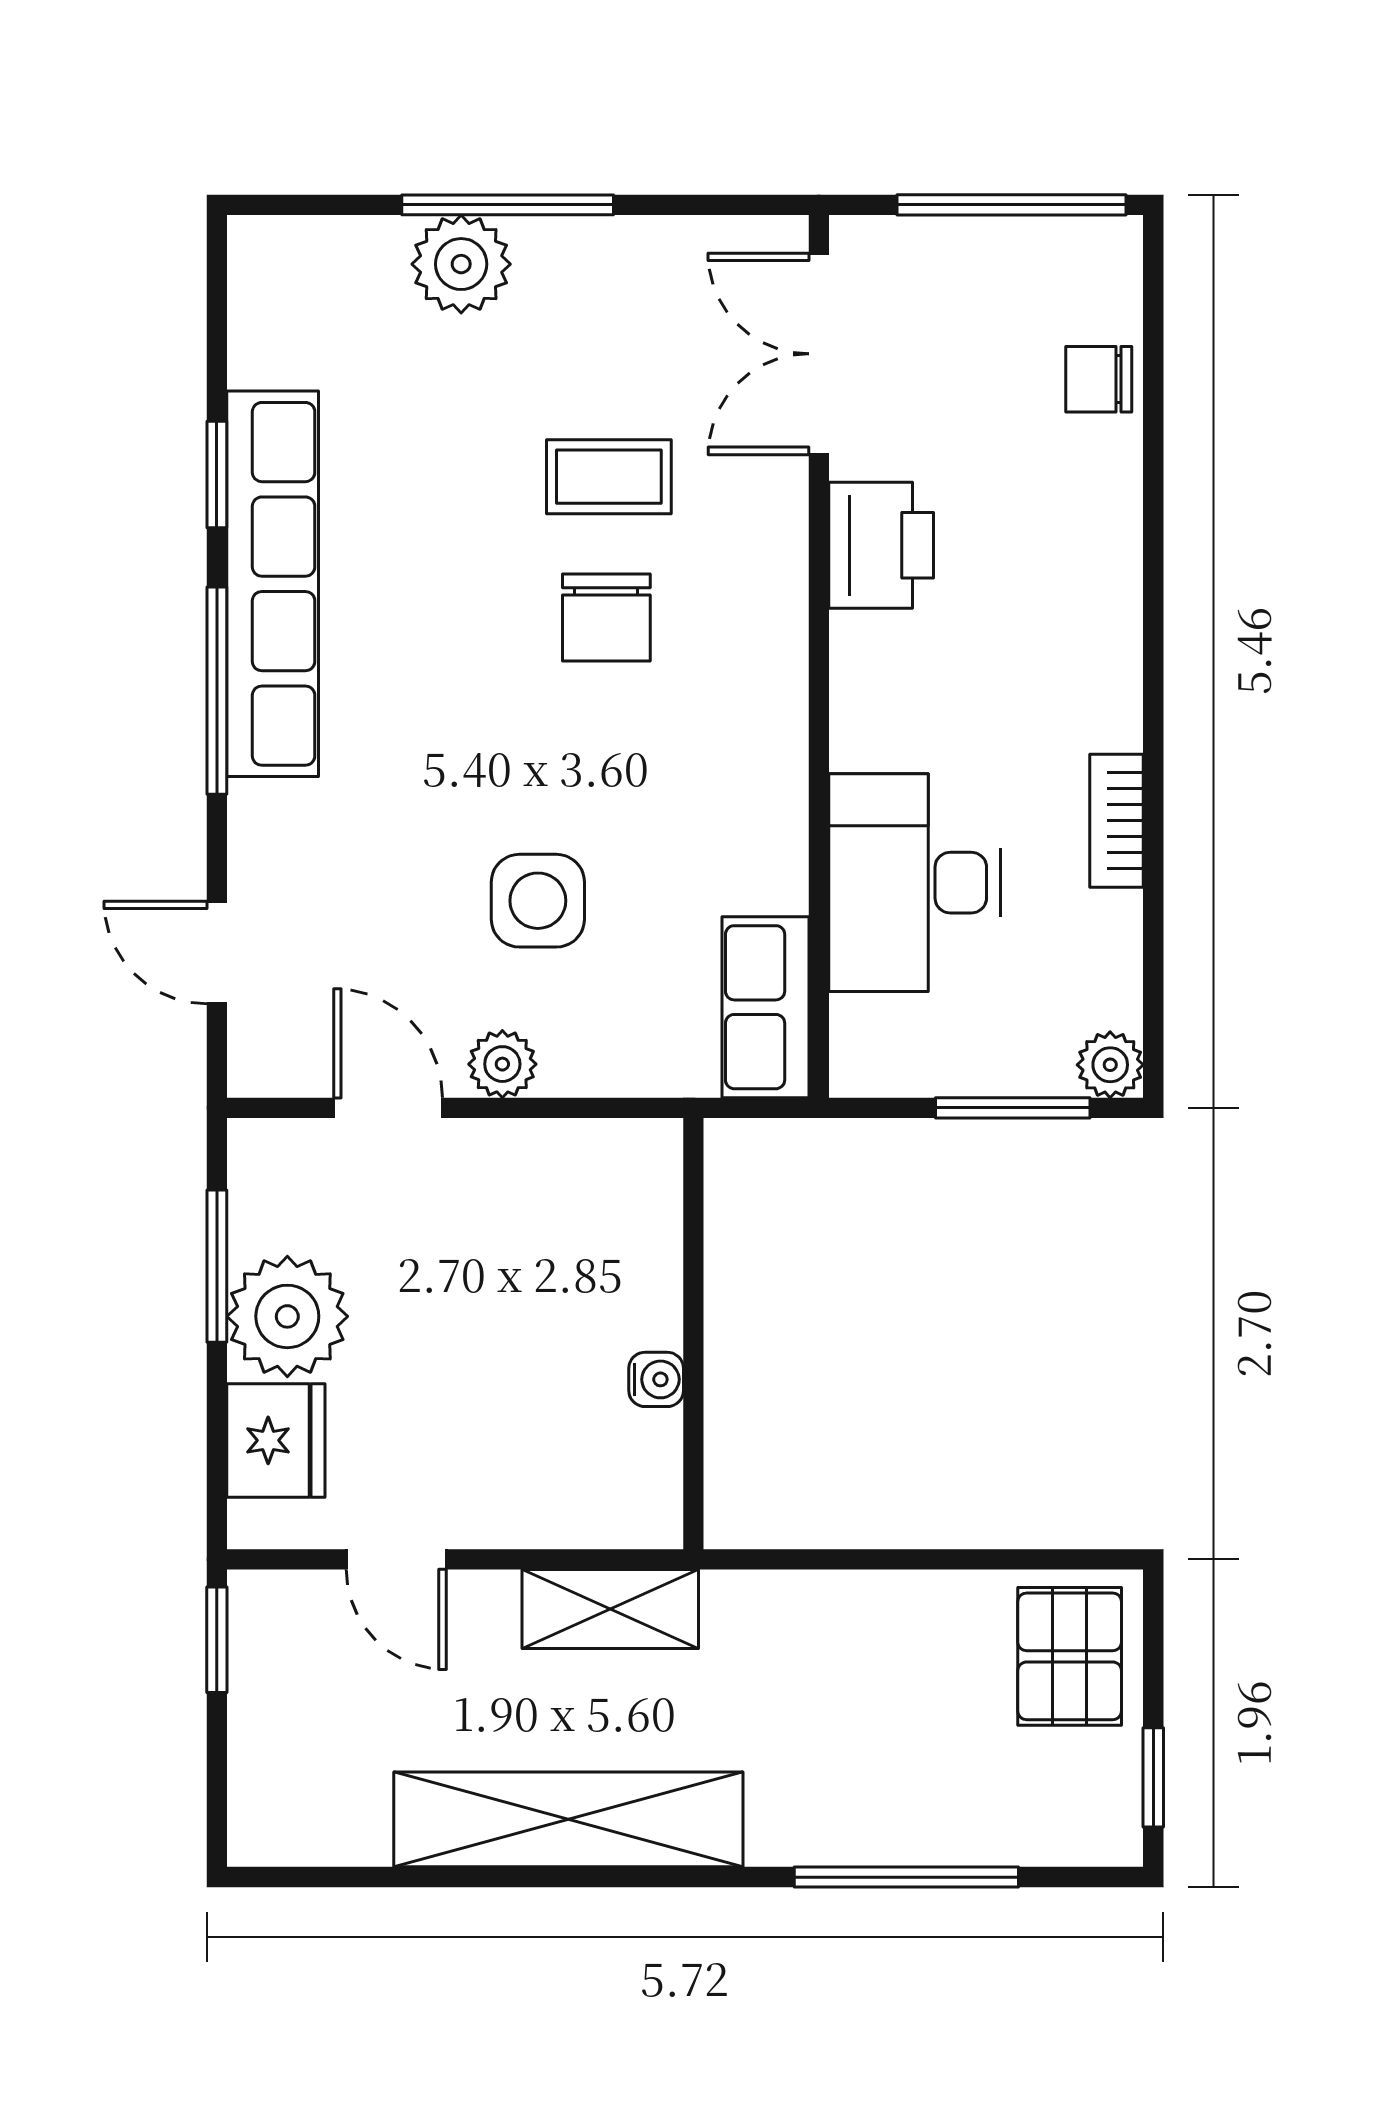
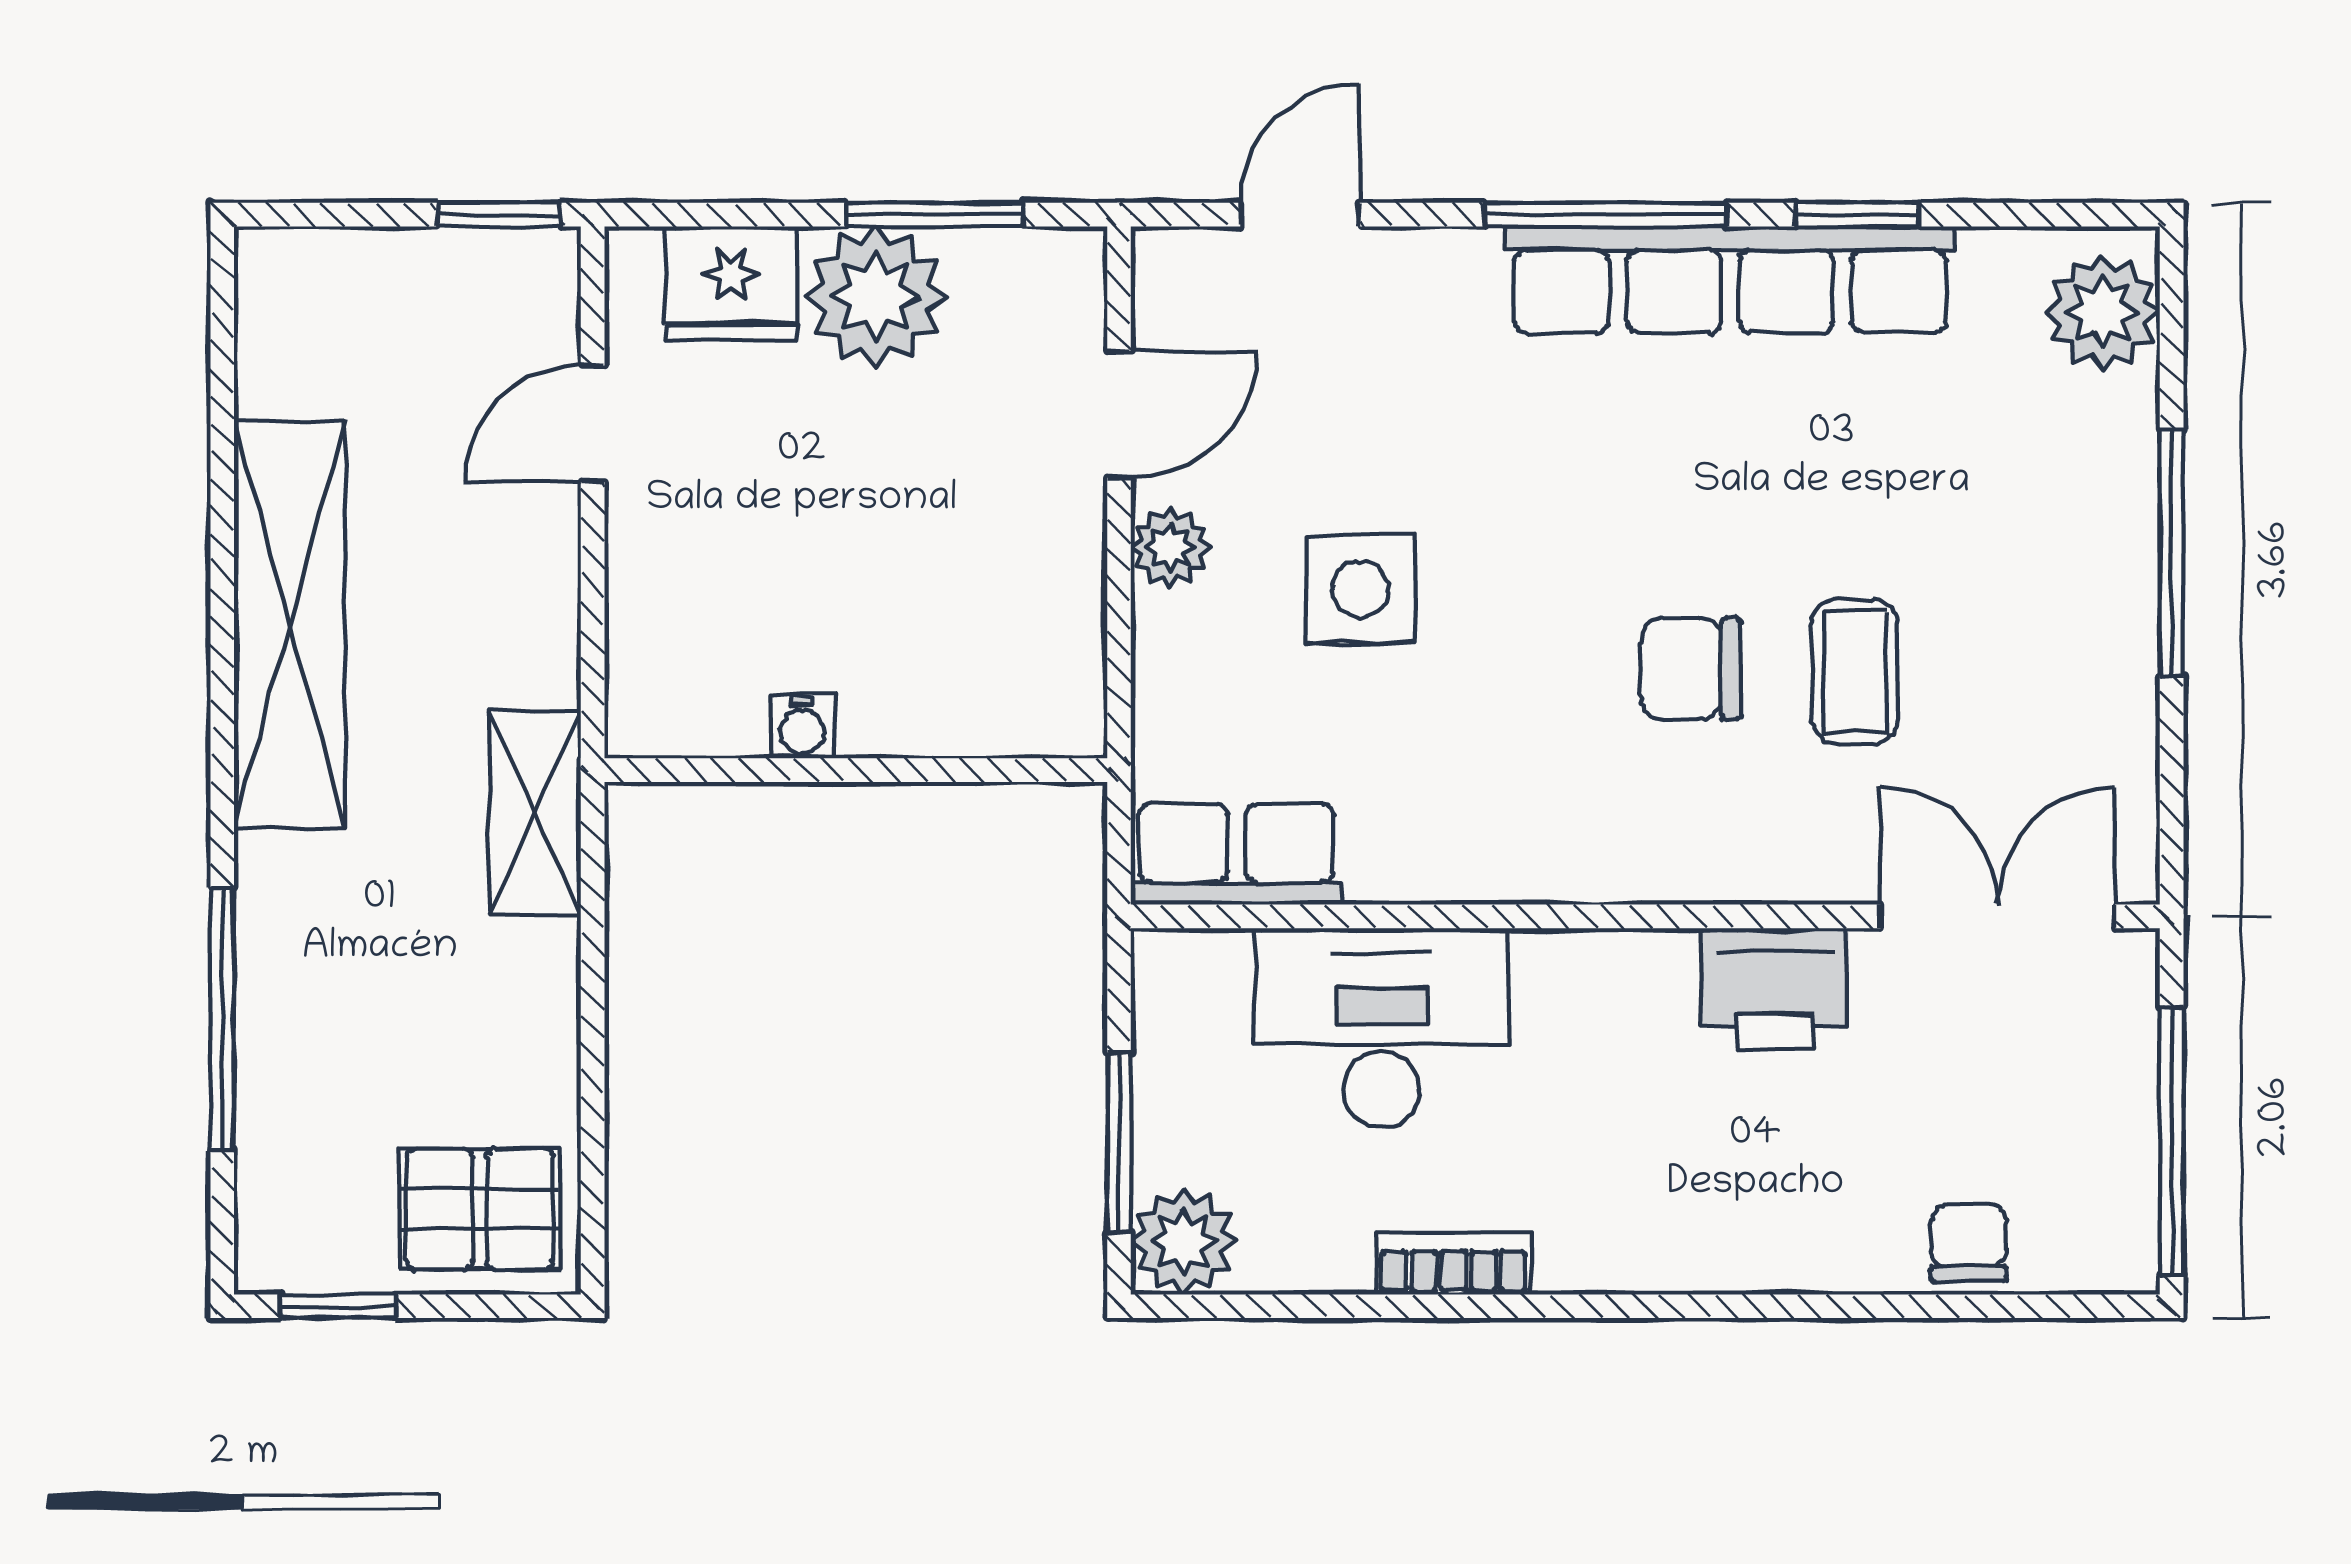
plant: (461, 264) -> (2103, 312), moved
plant: (1110, 1065) -> (1184, 1242), width x1.38, depth x1.38
shelving: (610, 1609) -> (535, 813), moved

